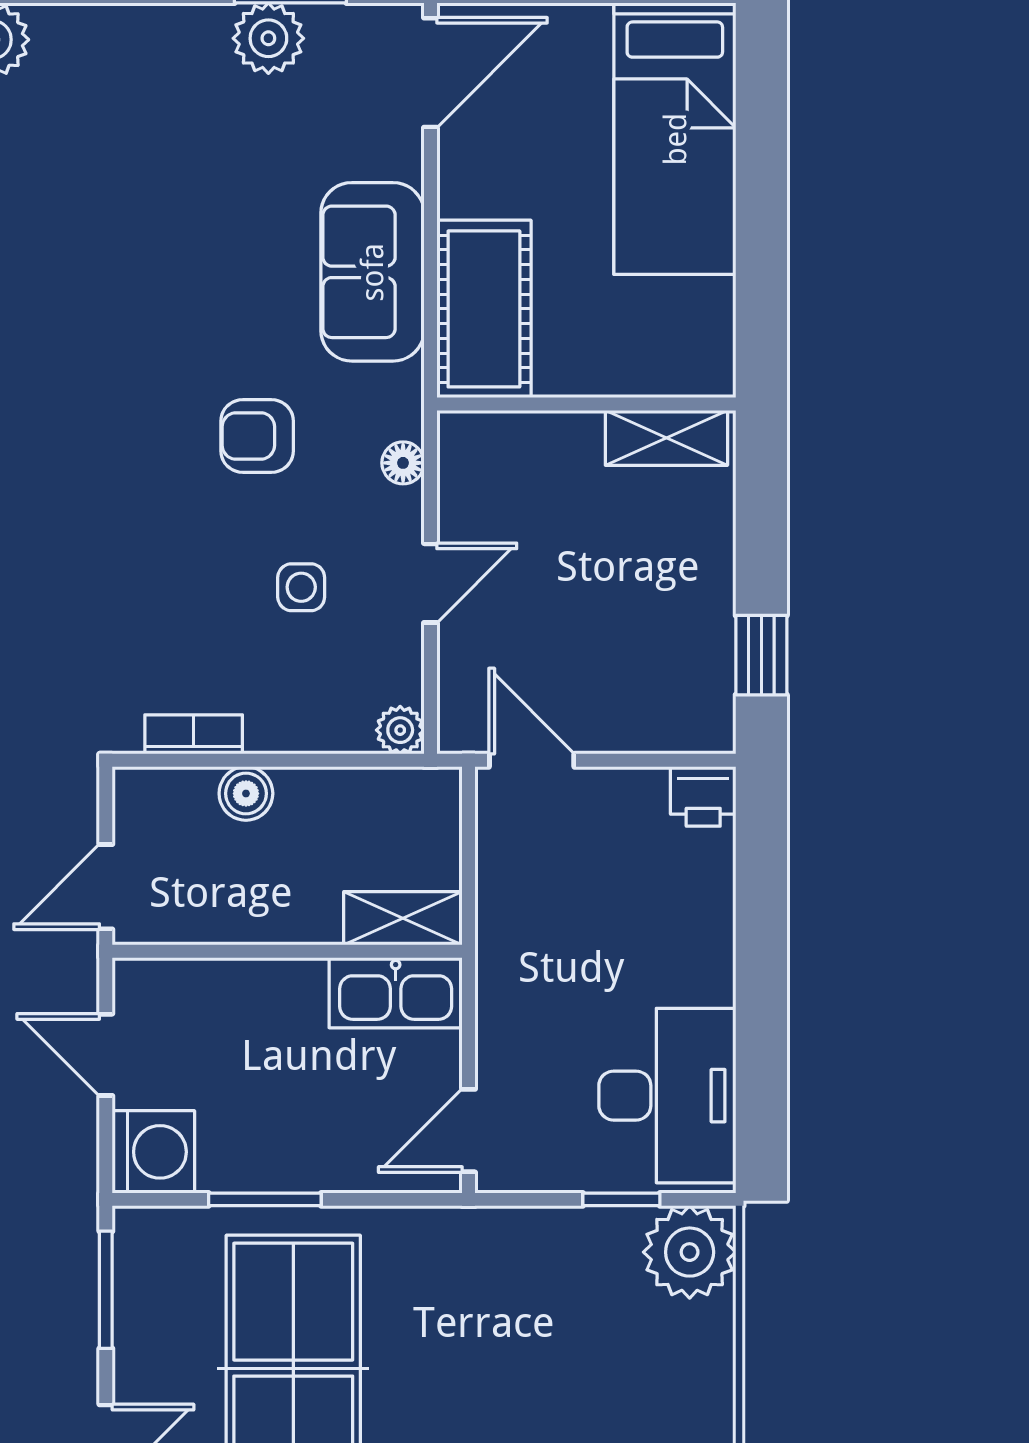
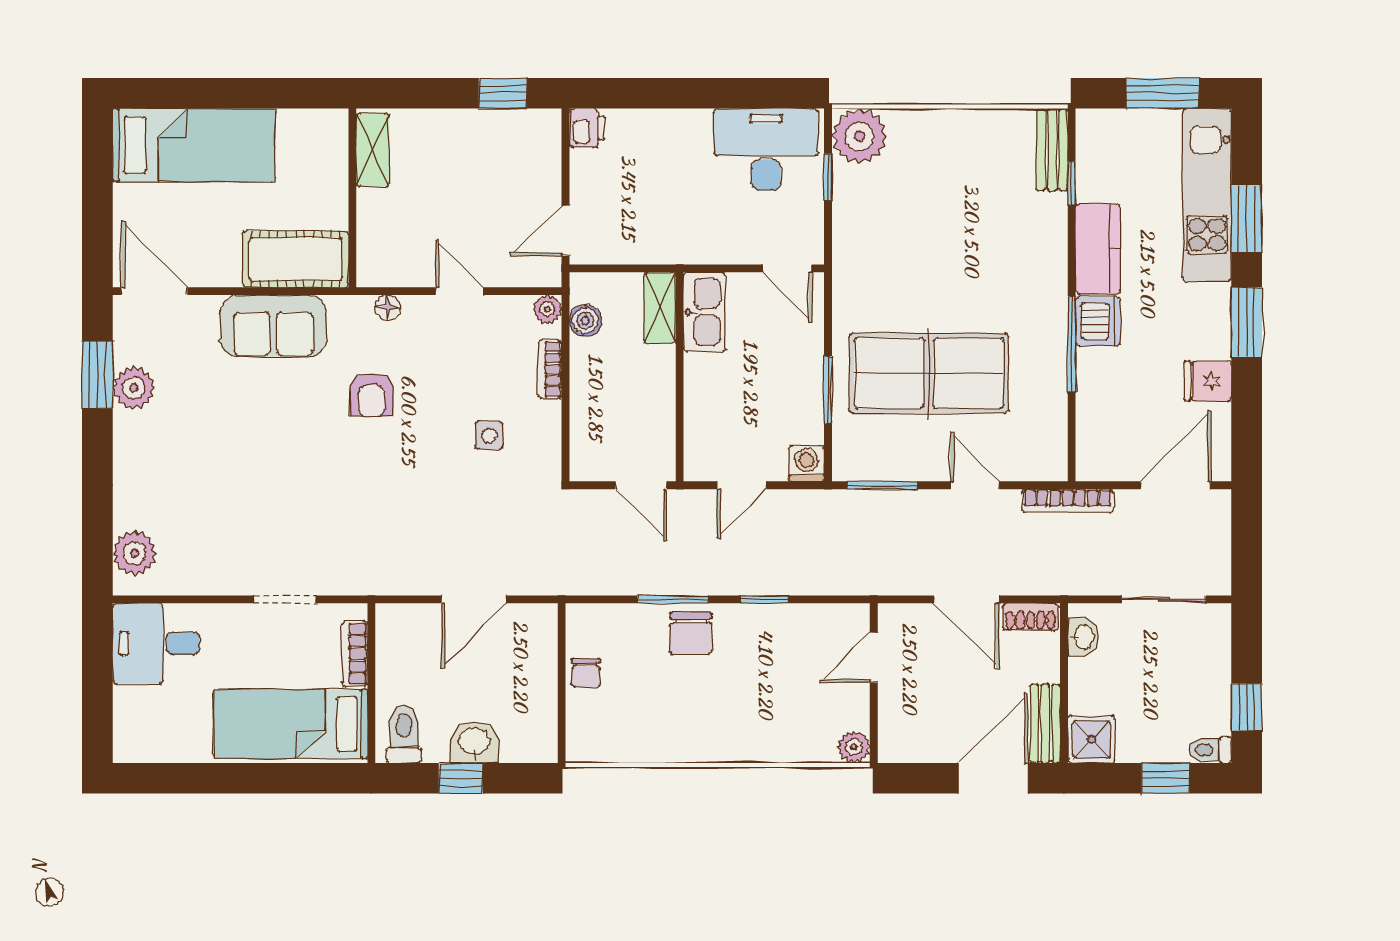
side table: (301, 587) -> (489, 435), moved
bookcase: (194, 734) -> (550, 369), moved
boiler: (246, 793) -> (585, 321), moved
washing machine: (153, 1152) -> (806, 464), width x0.73, depth x0.73

